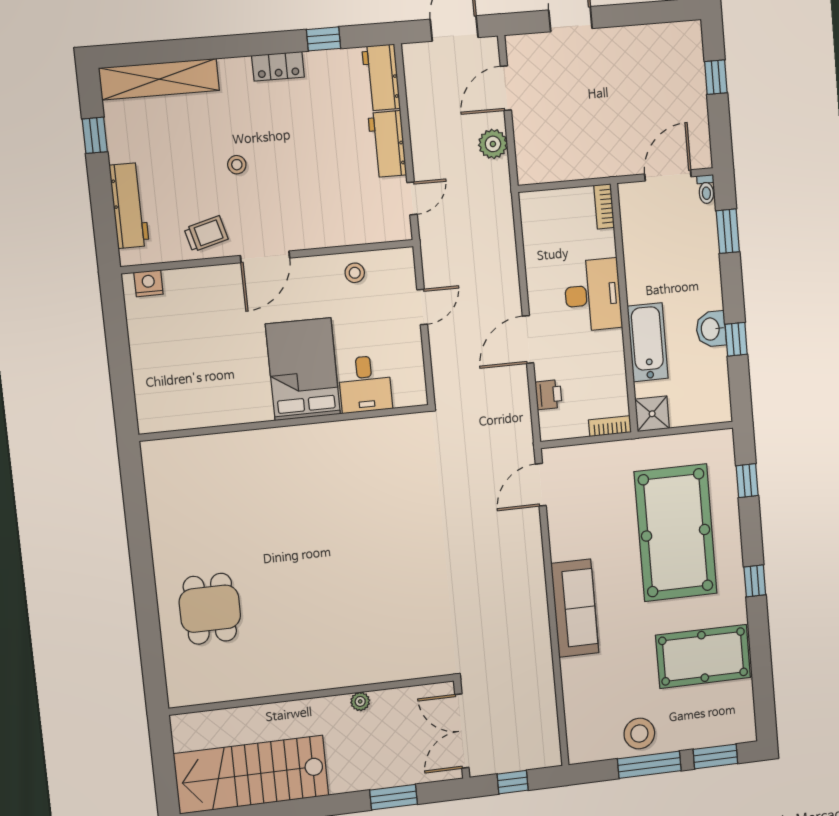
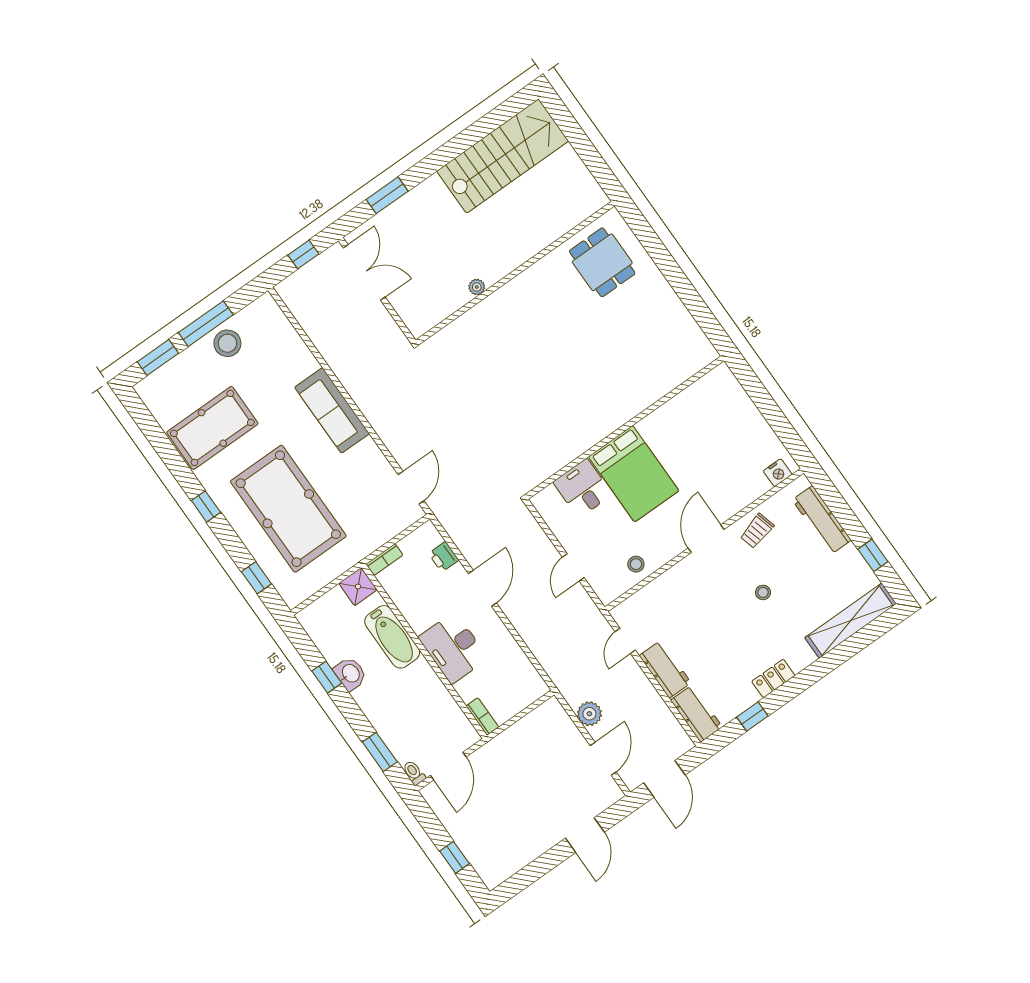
wall: (312, 695) -> (515, 273), moved
plant: (360, 701) -> (477, 287), moved

